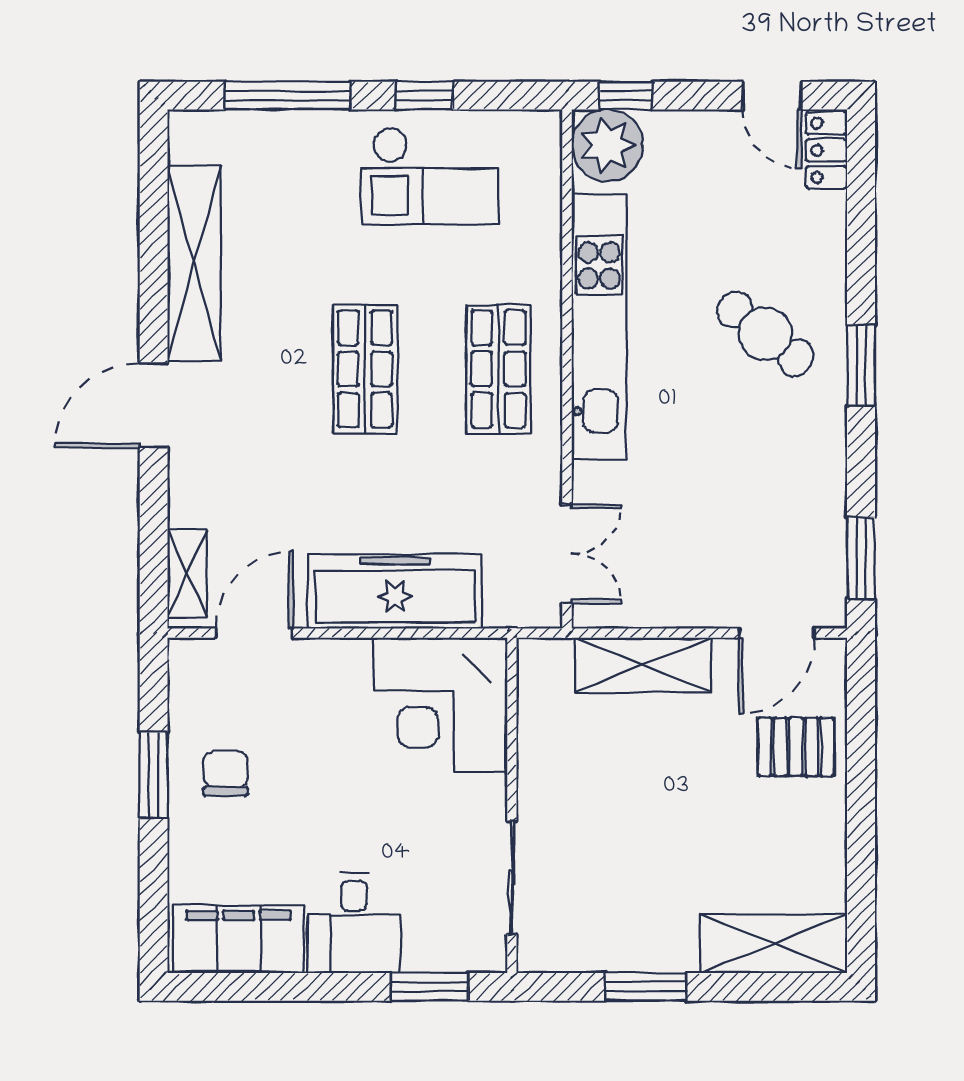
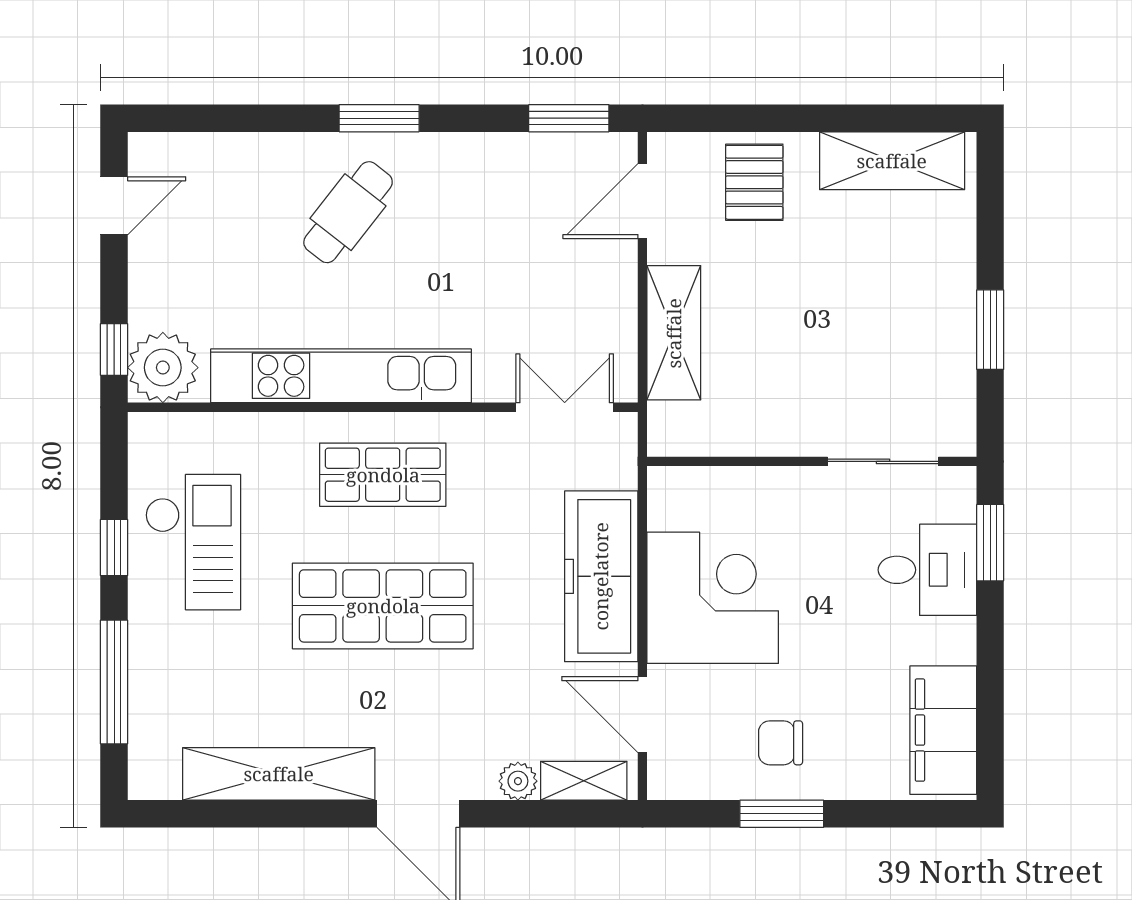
locker: (827, 150) -> (168, 152), removed
shop shelf: (365, 369) -> (383, 606), width x1.43, depth x1.36
plant: (187, 506) -> (518, 781), added
door: (777, 633) -> (642, 201), swing flipped
corner desk: (440, 705) -> (713, 598), moved, turned -90
desk: (354, 923) -> (927, 570), moved
shelving: (774, 944) -> (892, 161), moved, turned 90

